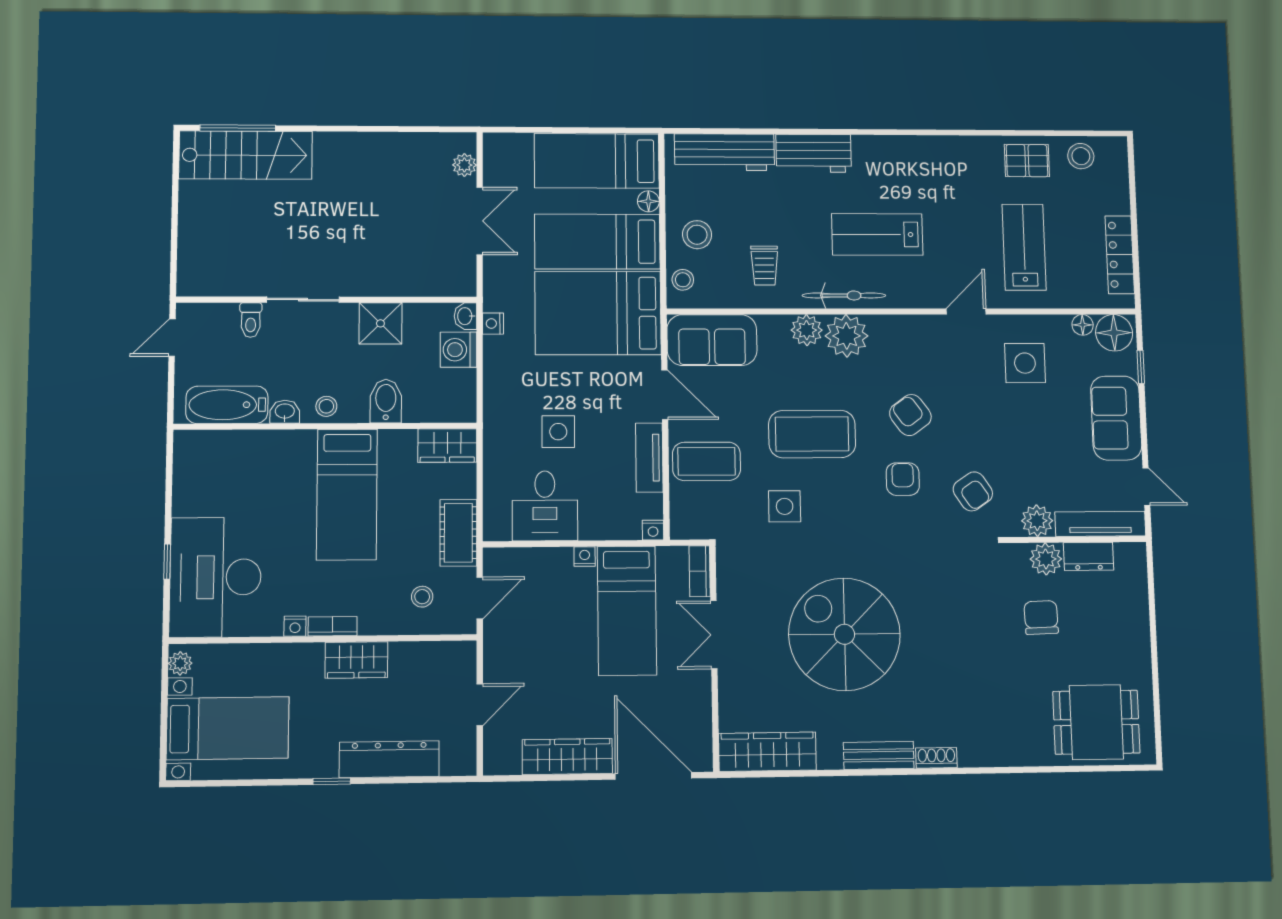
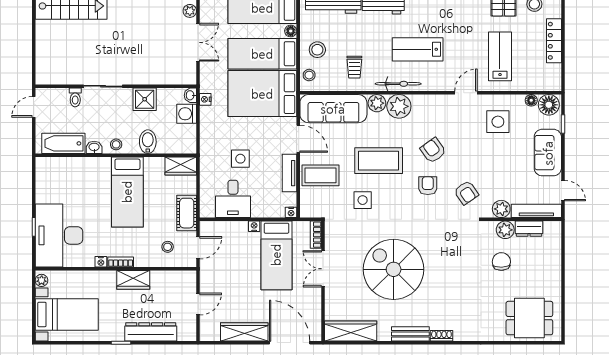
locker: (1120, 255) -> (554, 41), moved
sofa: (712, 340) -> (333, 109), width x1.36

